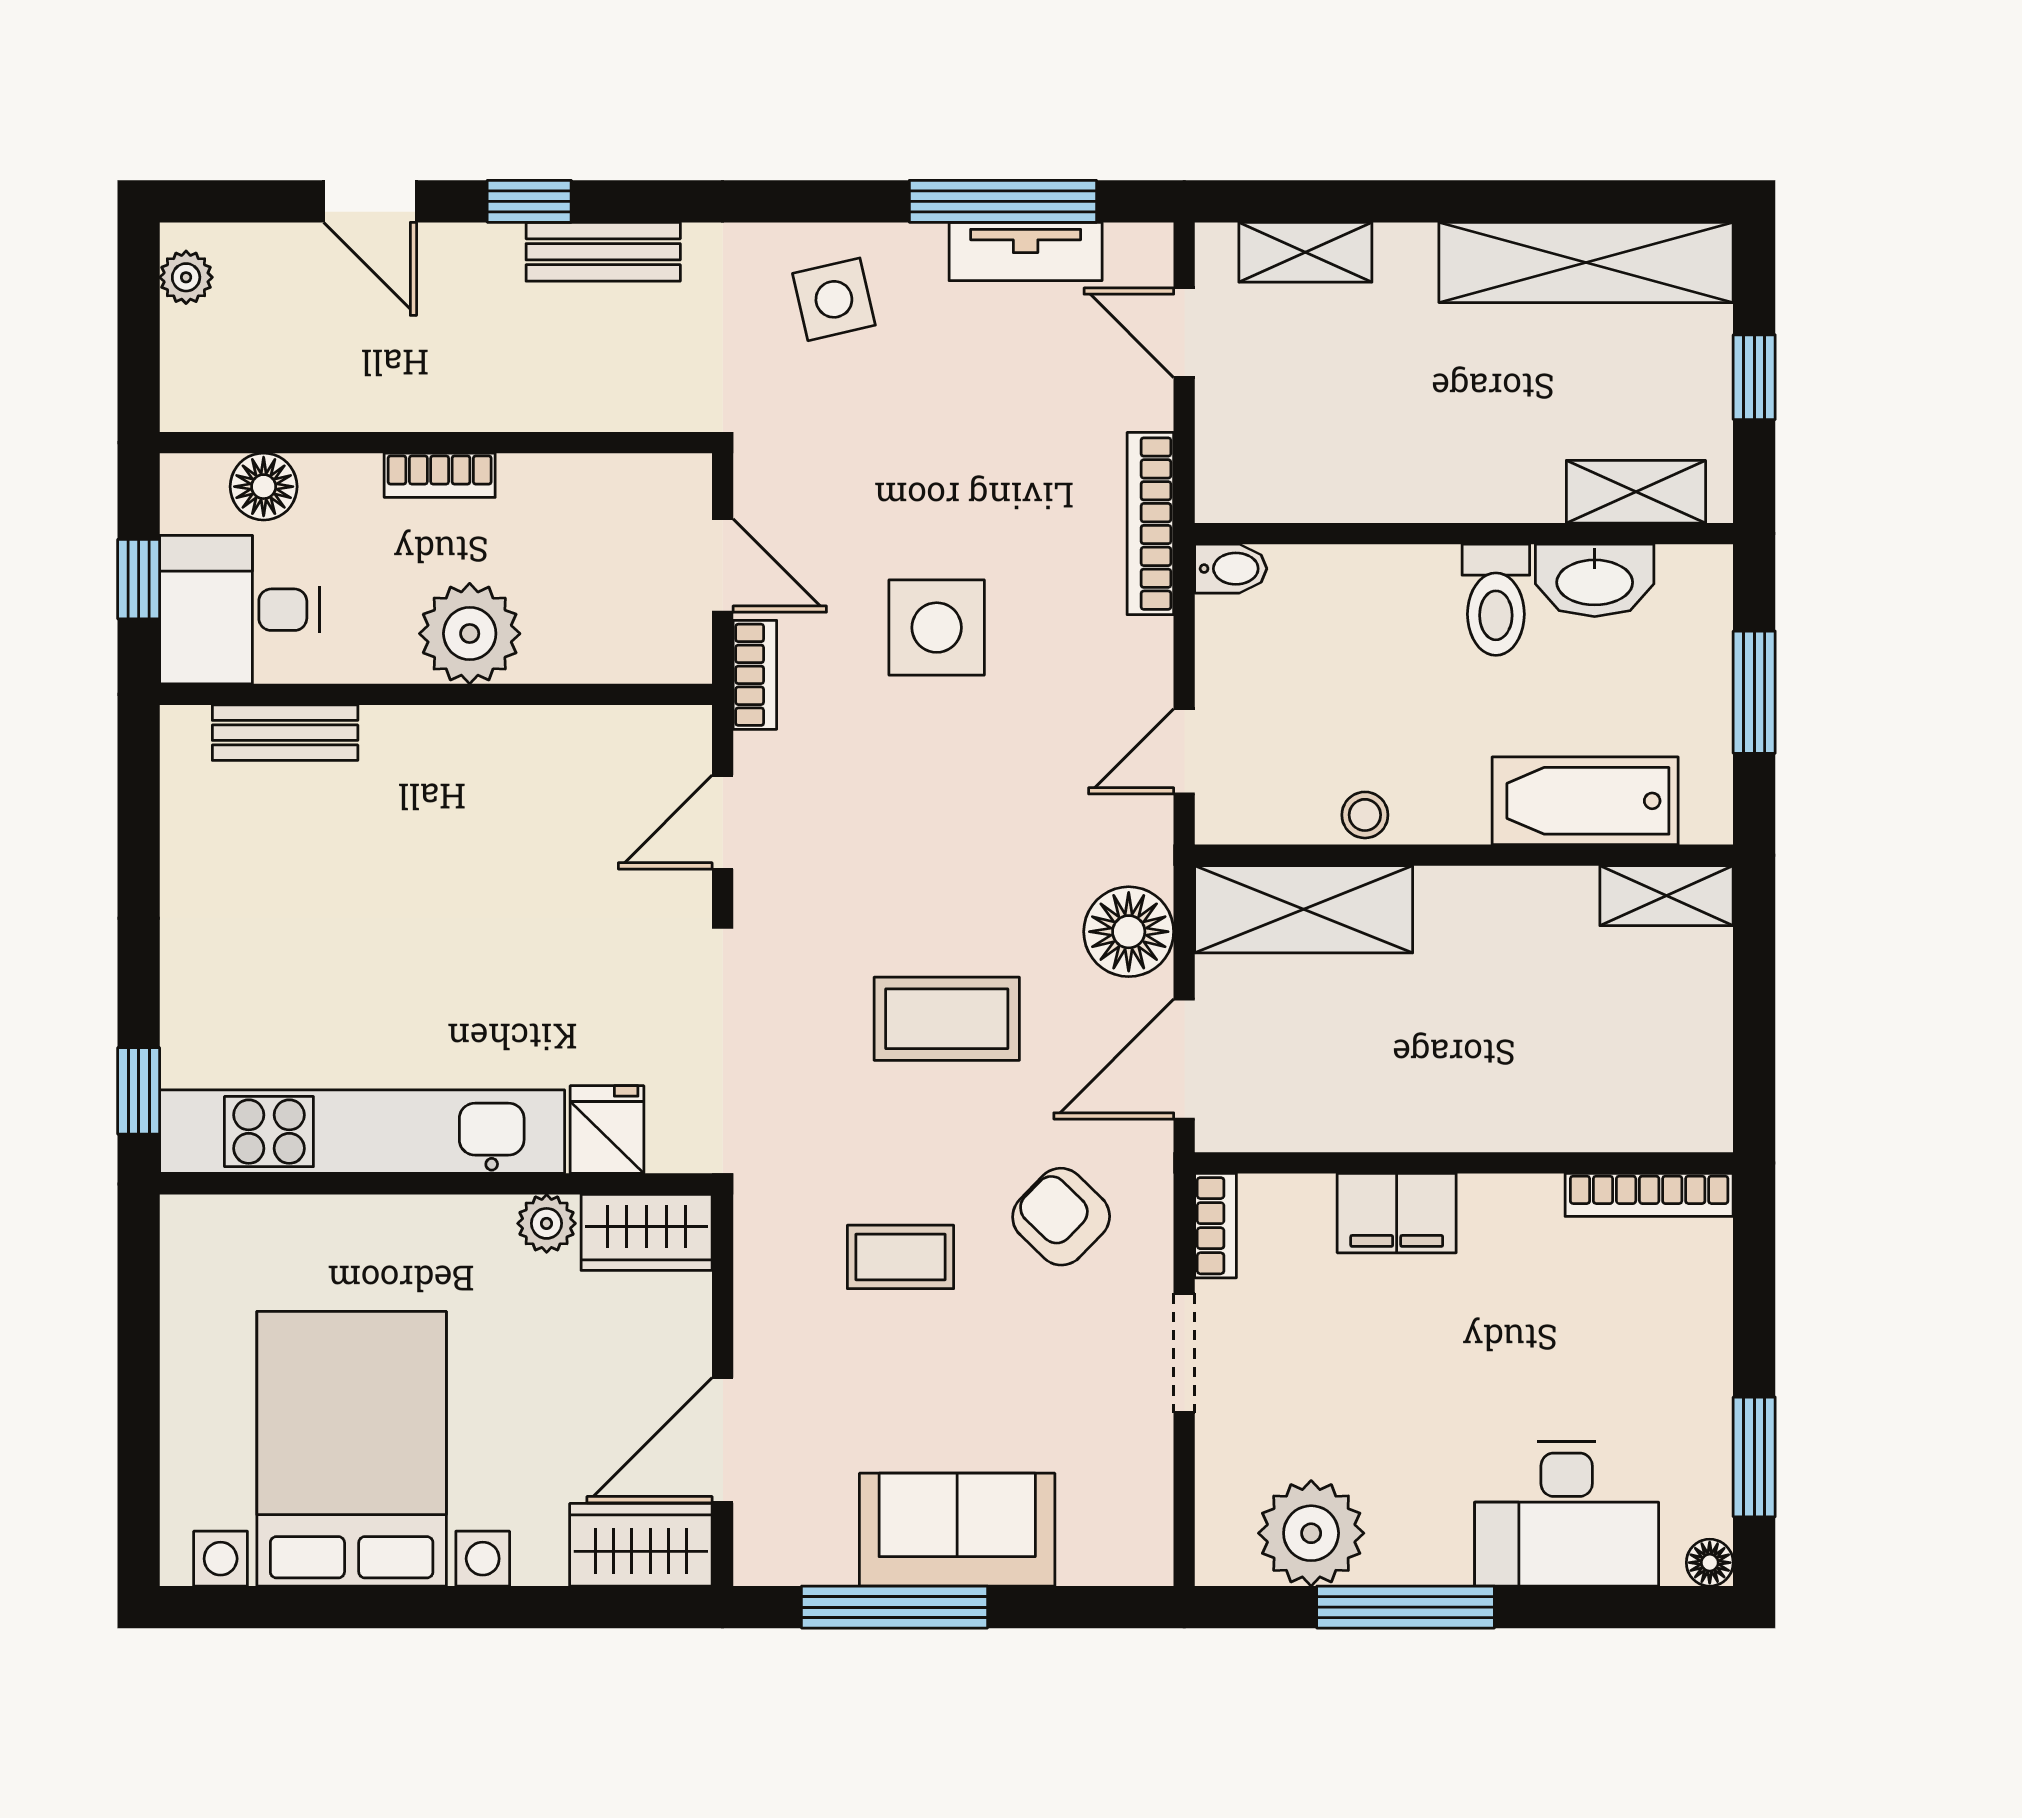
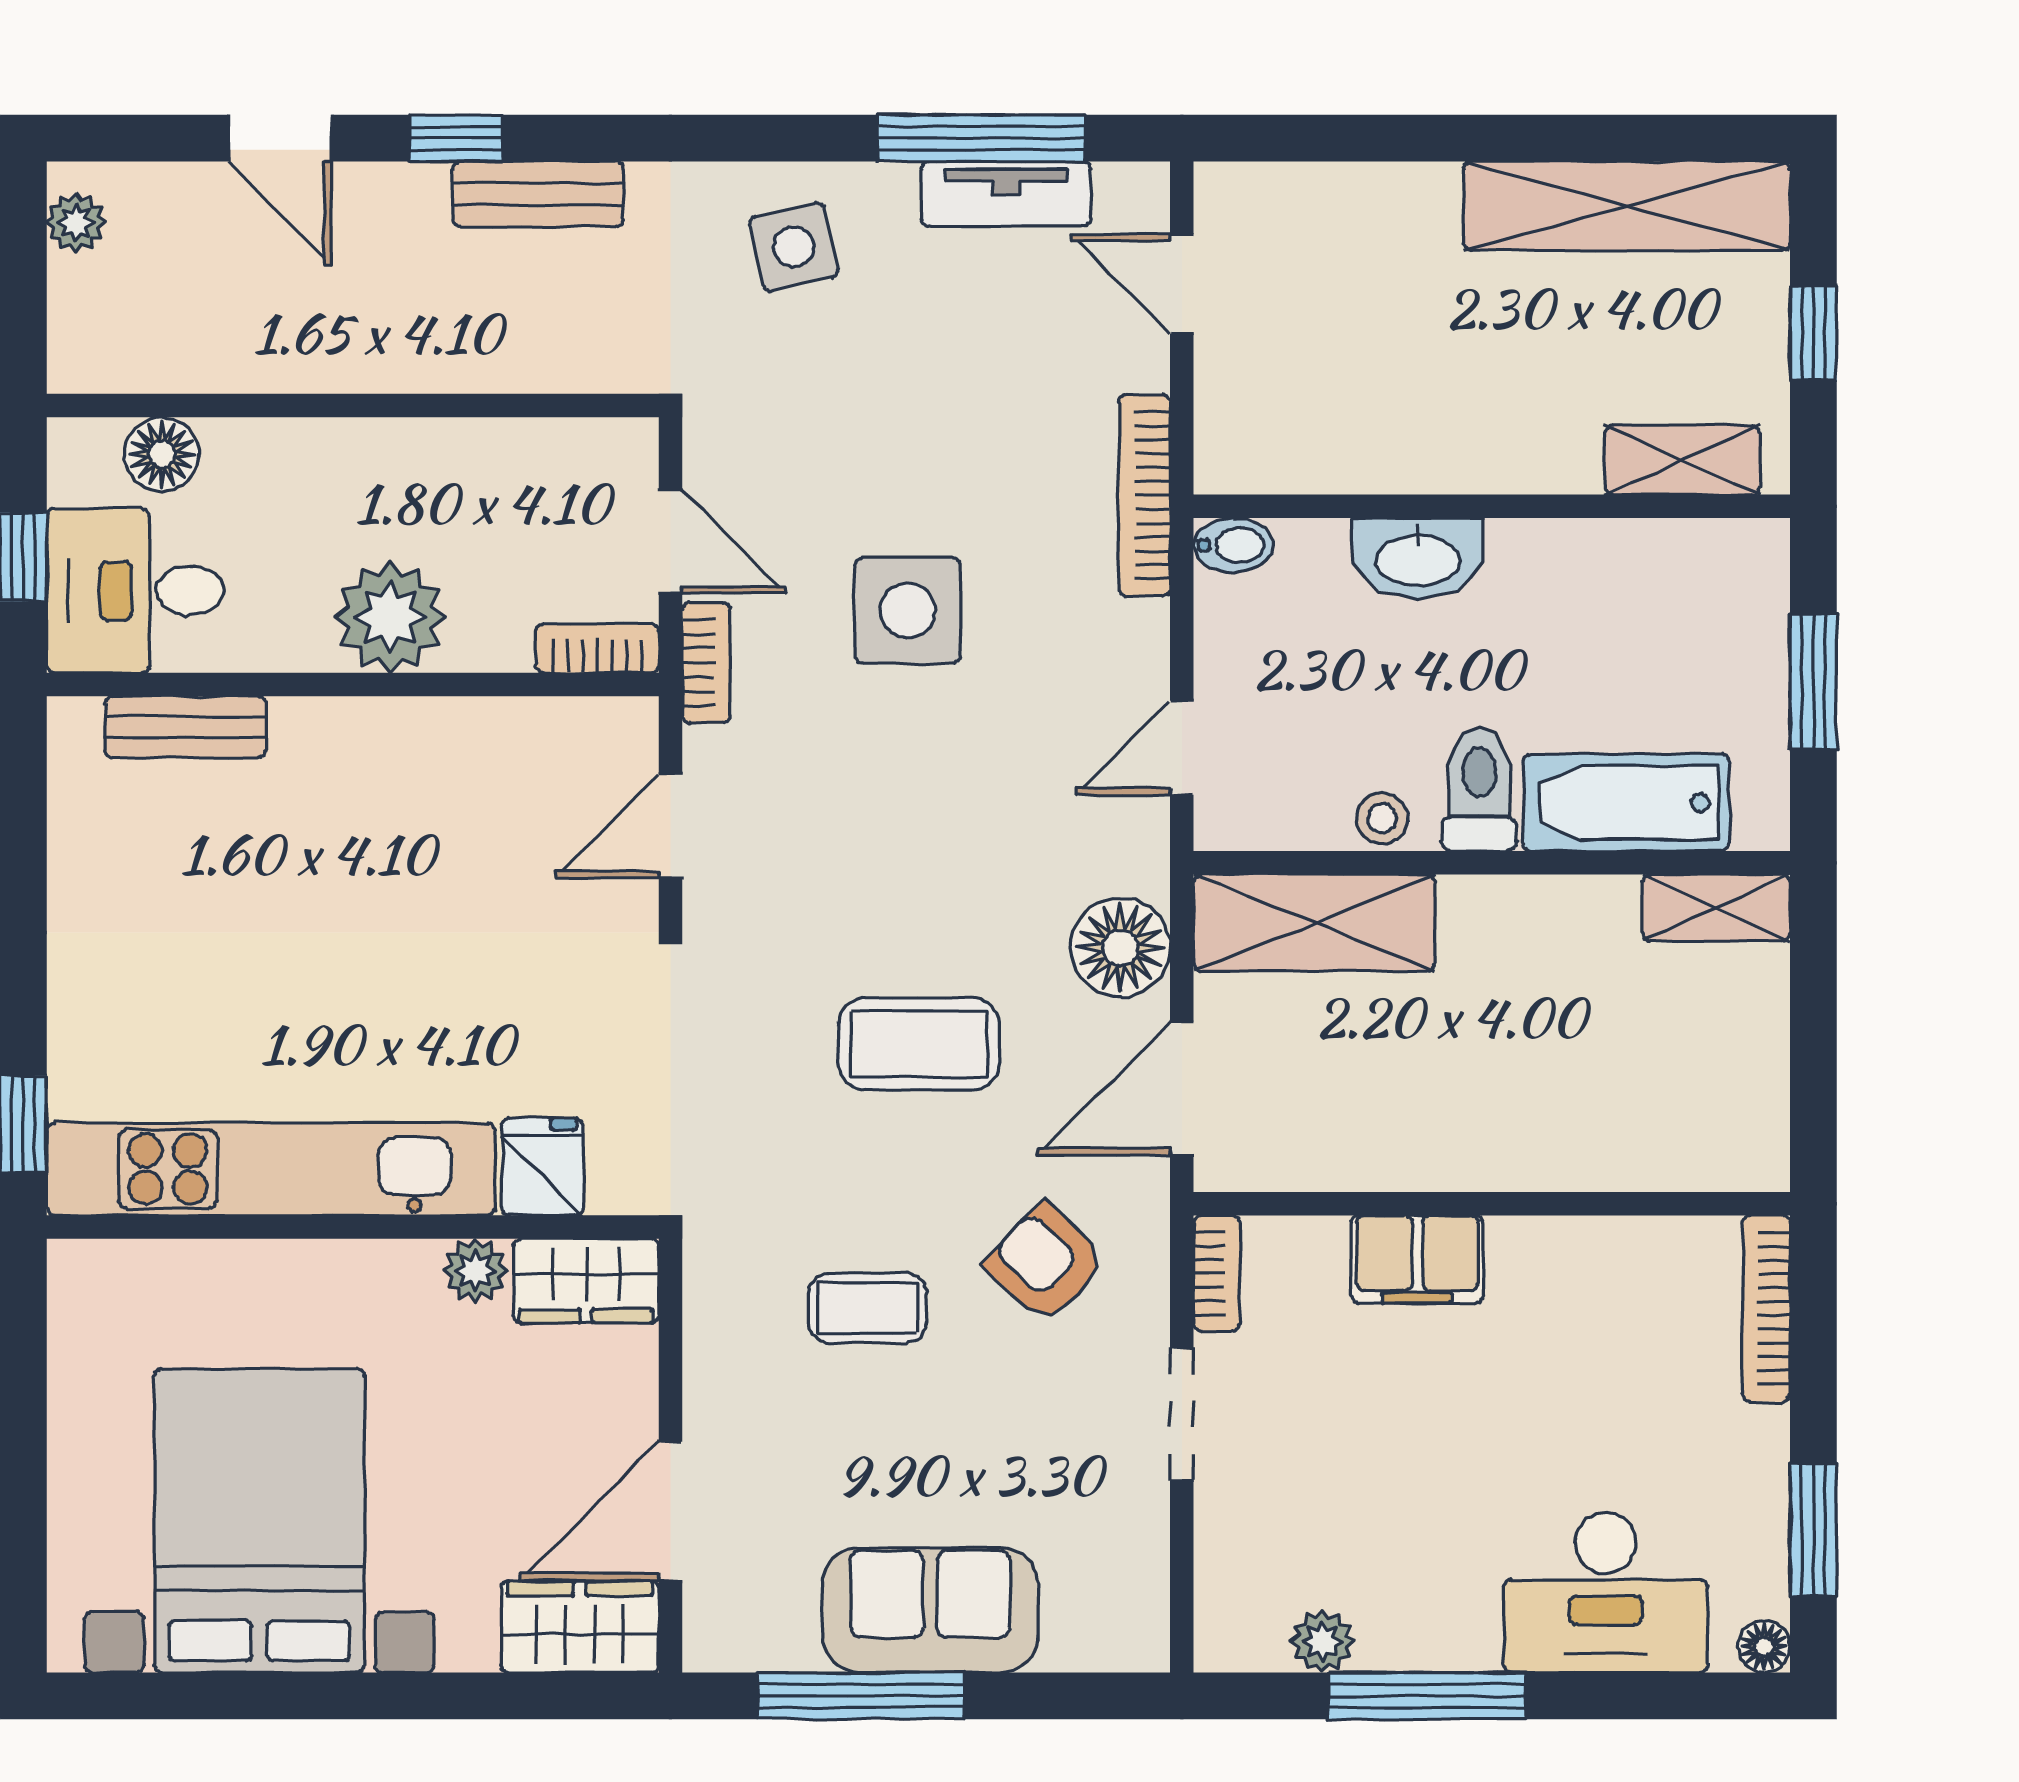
shelving: (1305, 252) -> (1316, 195), removed
bookcase: (440, 475) -> (597, 648), moved, turned 180
washbasin: (1595, 580) -> (1418, 558), moved
toilet: (1496, 600) -> (1479, 789), moved, turned 180
bookcase: (1649, 1195) -> (1766, 1309), moved, turned 90
plant: (1311, 1533) -> (1323, 1641), width x0.53, depth x0.53

